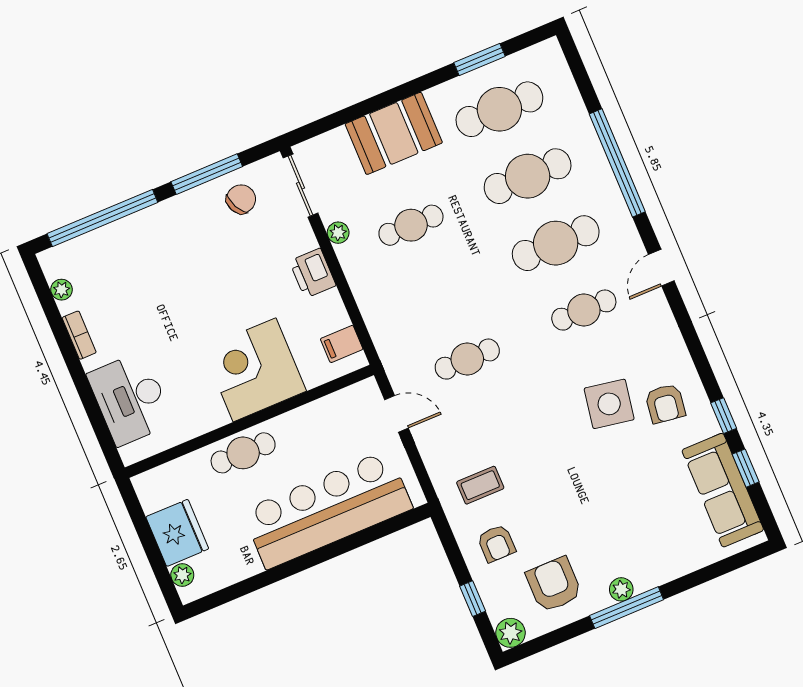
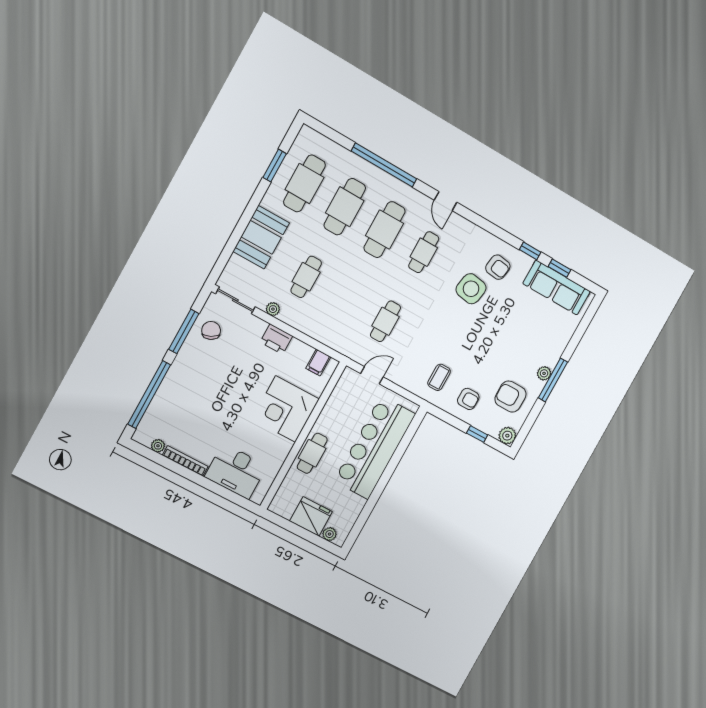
bookcase: (79, 335) -> (185, 461), width x1.56

